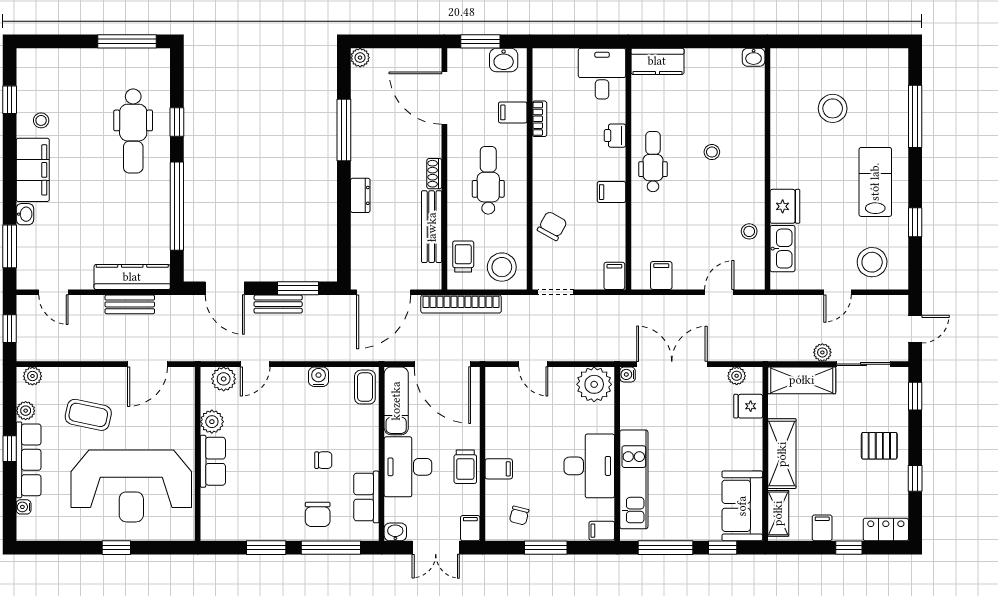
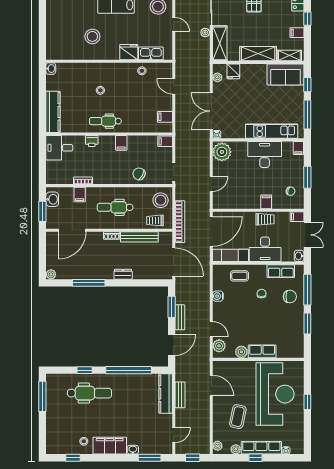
kitchen counter: (657, 61) -> (53, 112), width x1.50
stool: (833, 108) -> (92, 36), moved
coffee table: (365, 387) -> (239, 276), moved

